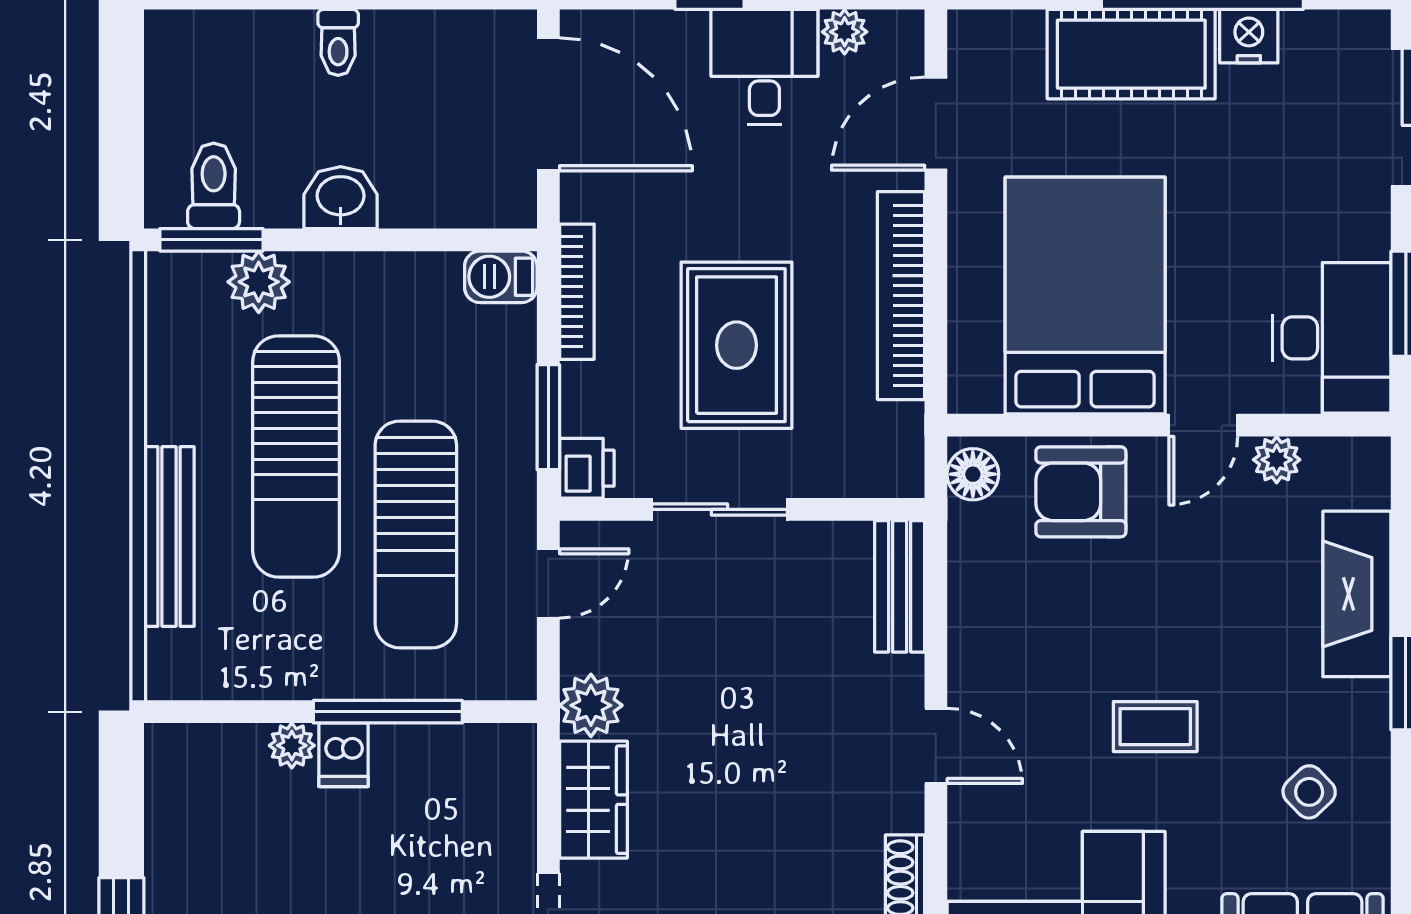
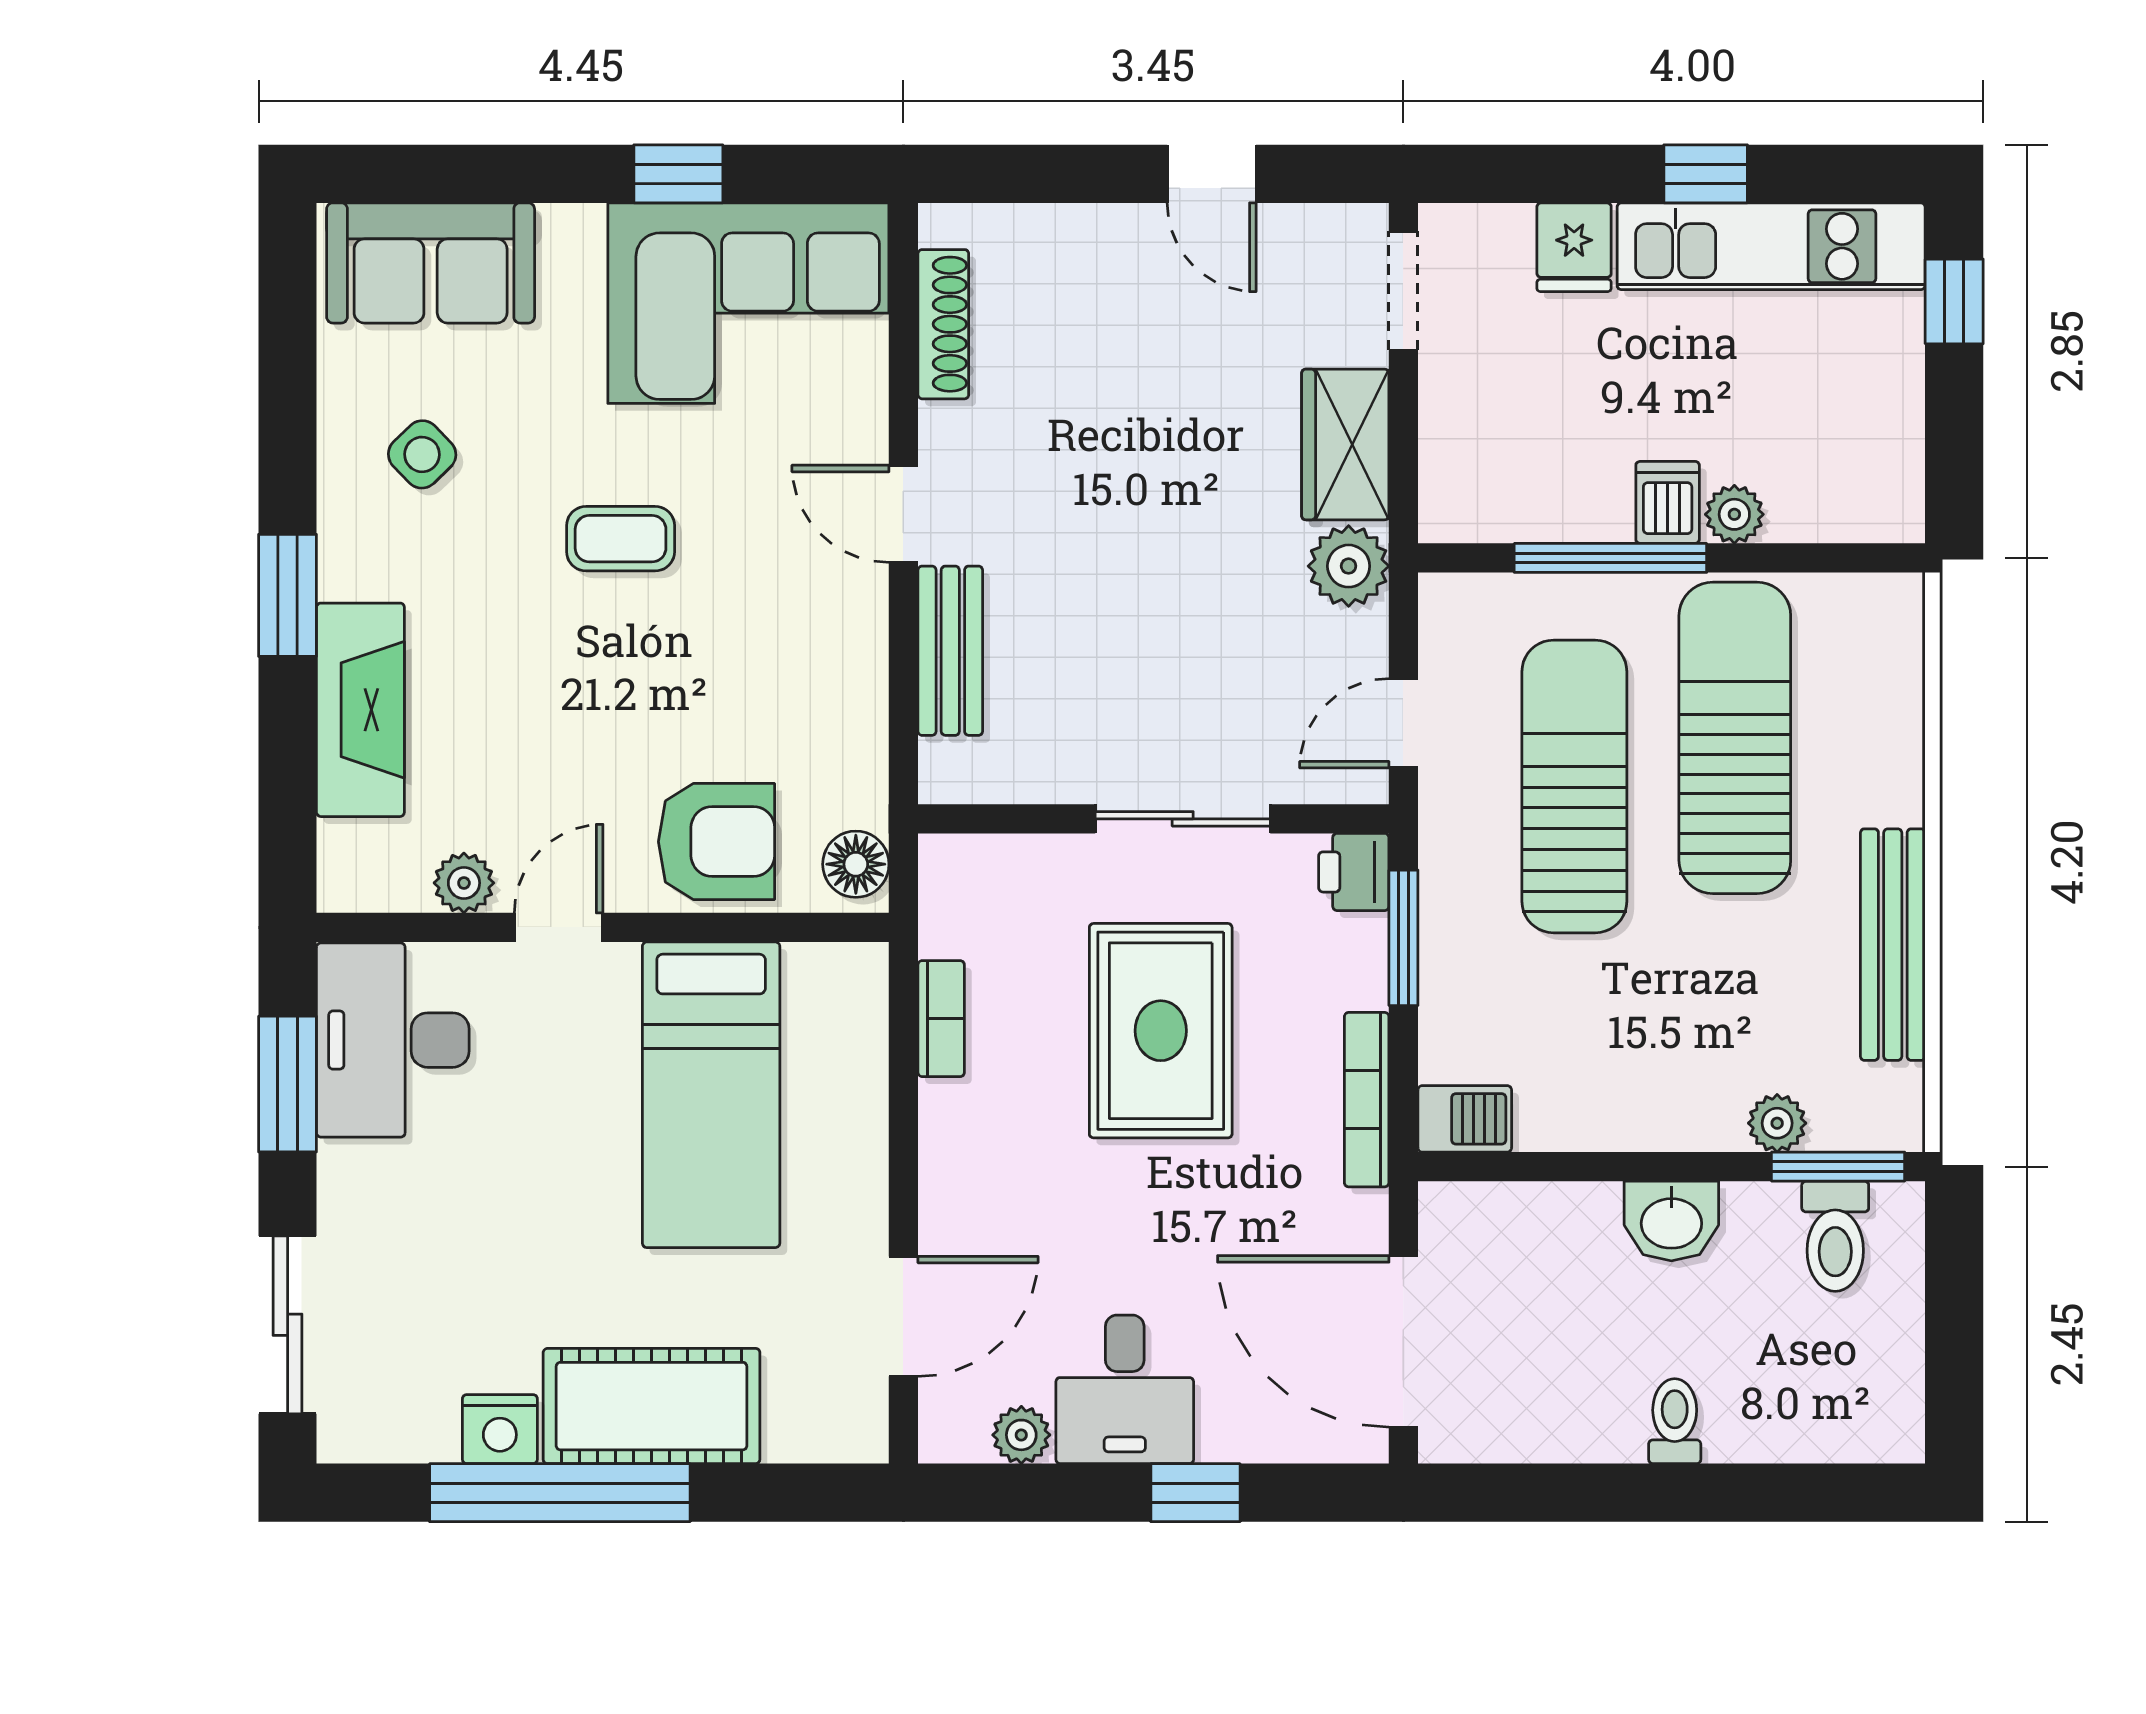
plant: (259, 282) -> (1777, 1123), width x0.73, depth x0.73
bed: (1085, 295) -> (711, 1095), width x0.67
bookcase: (901, 296) -> (941, 1019), width x0.43, depth x0.76
sun lounger: (296, 456) -> (1735, 738), moved
bench: (169, 537) -> (1893, 945), moved
bench: (900, 586) -> (950, 651), moved

